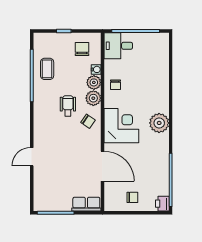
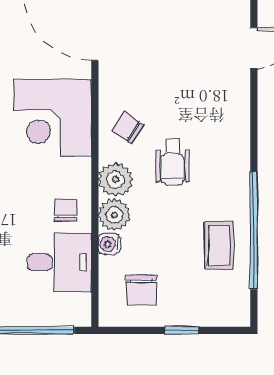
desk: (118, 46) -> (59, 262), moved

